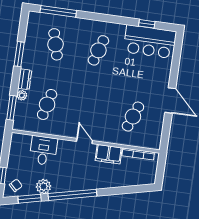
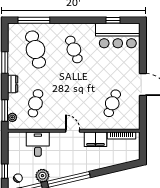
cafe table: (56, 44) -> (35, 50), width x1.37, depth x1.35
cafe table: (98, 50) -> (74, 50), turned -39
plant: (22, 95) -> (12, 117), moved

